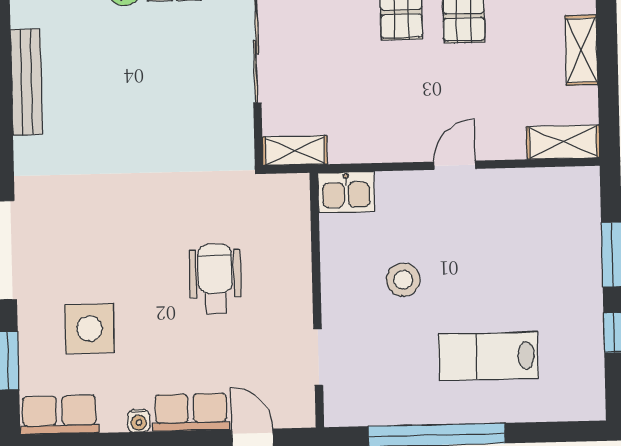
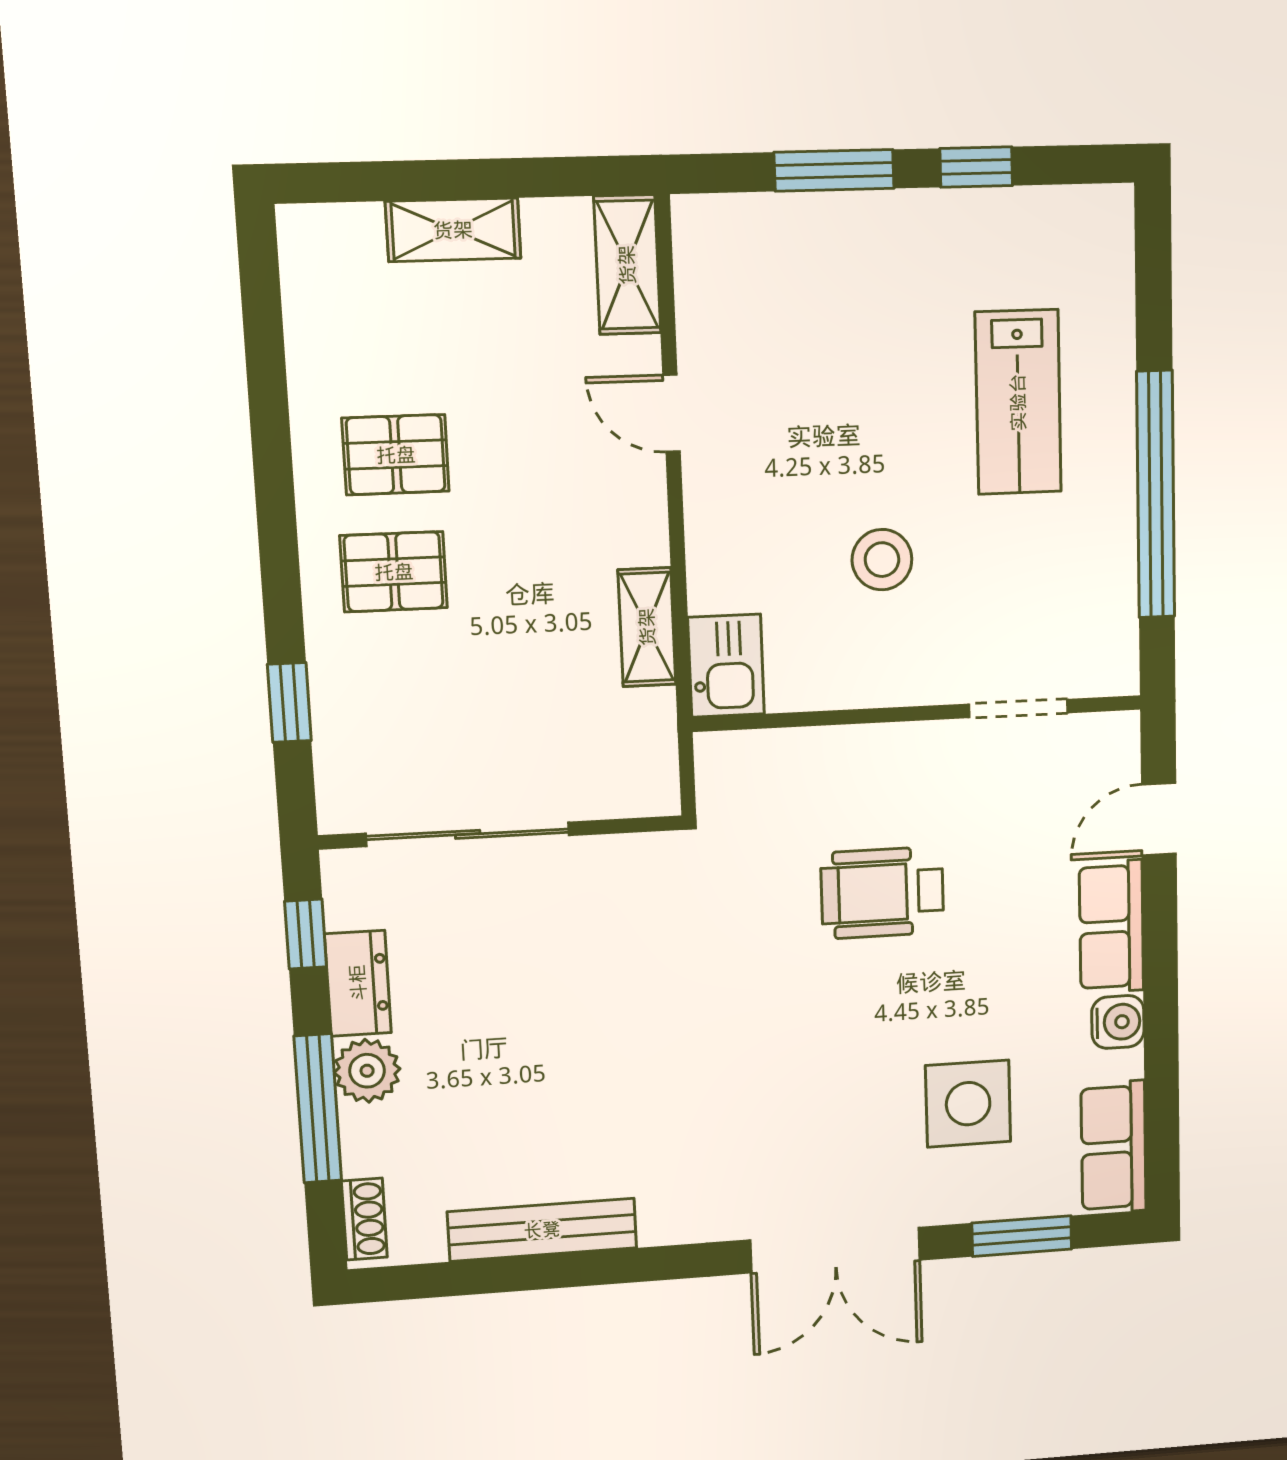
shelving: (295, 151) -> (647, 627), moved
door: (455, 165) -> (672, 413), moved
water cooler: (139, 421) -> (1118, 1022), width x1.38, depth x1.38

